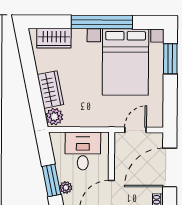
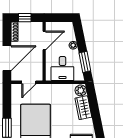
window: (51, 180) -> (85, 62), moved

